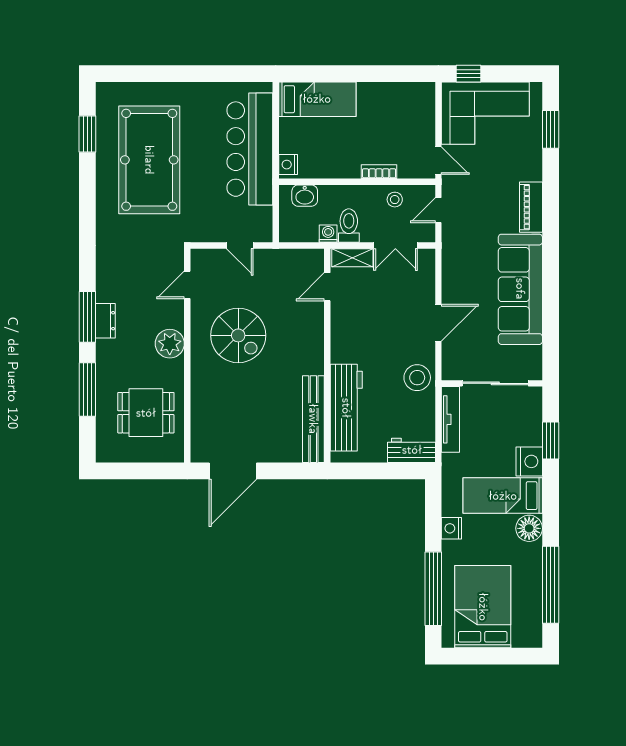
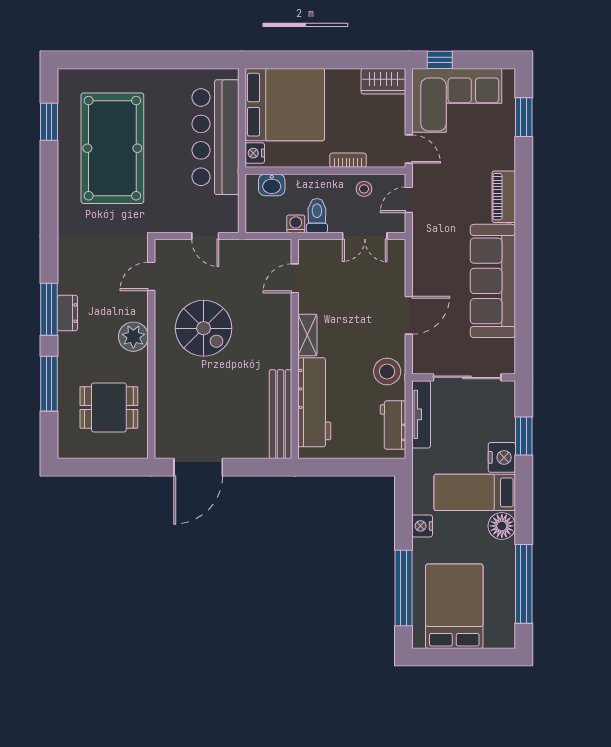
wardrobe: (414, 94) -> (383, 81), added
bed: (317, 99) -> (285, 105), width x2.04
shelving: (352, 258) -> (307, 335), moved, turned 90
workbench: (412, 450) -> (393, 425), moved, turned -90

